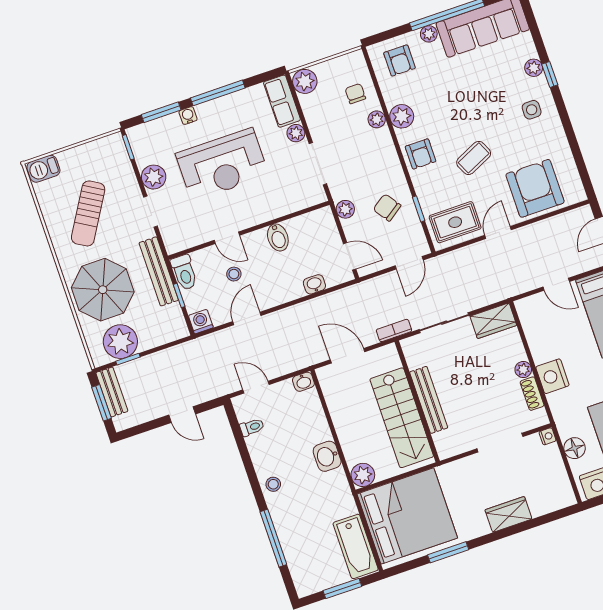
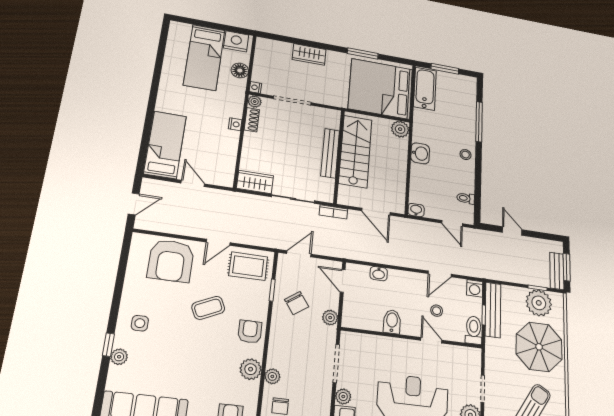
bench: (159, 271) -> (493, 310), moved
plant: (523, 370) -> (255, 102), moved
nightstand: (552, 376) -> (235, 124), width x0.53, depth x0.56

